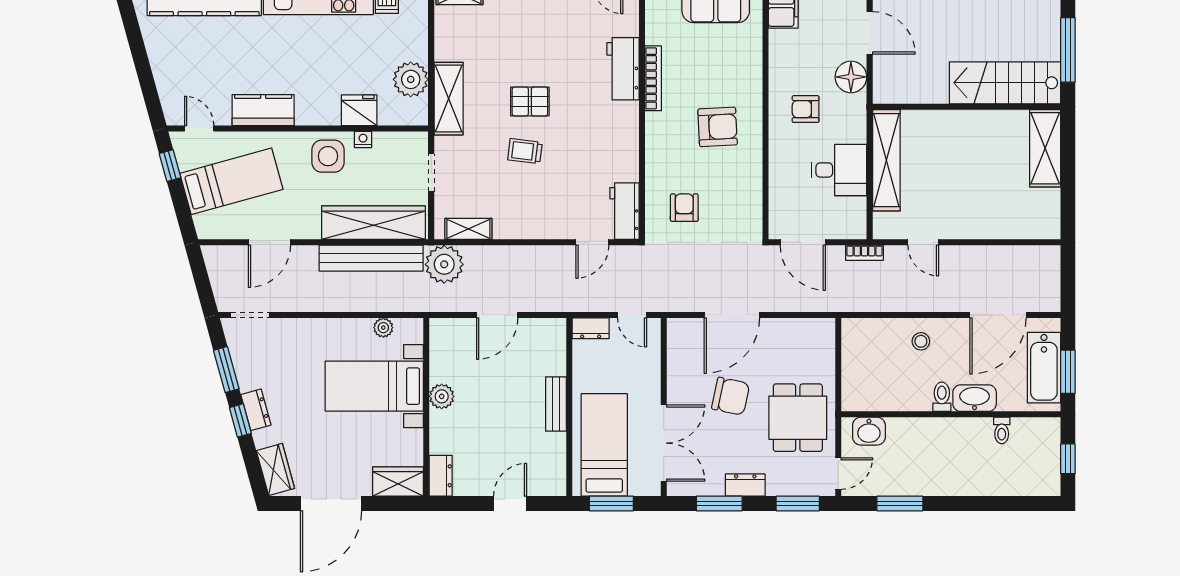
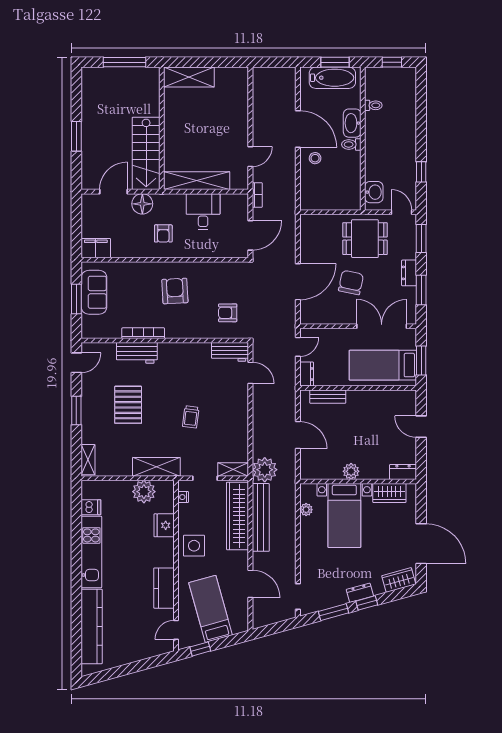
stairs: (1005, 83) -> (146, 153), moved
pallet: (530, 101) -> (128, 405), moved, width x1.50, depth x1.42
nightstand: (363, 139) -> (183, 497), moved
shelving: (468, 229) -> (233, 469), moved, turned 90
door: (732, 315) -> (298, 282), hinge flipped
door: (998, 315) -> (298, 129), moved
bench: (556, 404) -> (328, 397), moved
wardrobe: (398, 482) -> (389, 493), moved, turned -90
window: (900, 503) -> (421, 172), width x0.67

